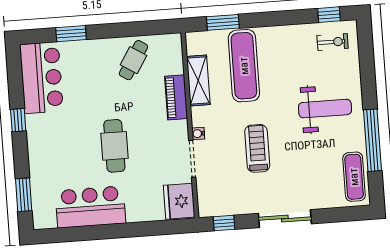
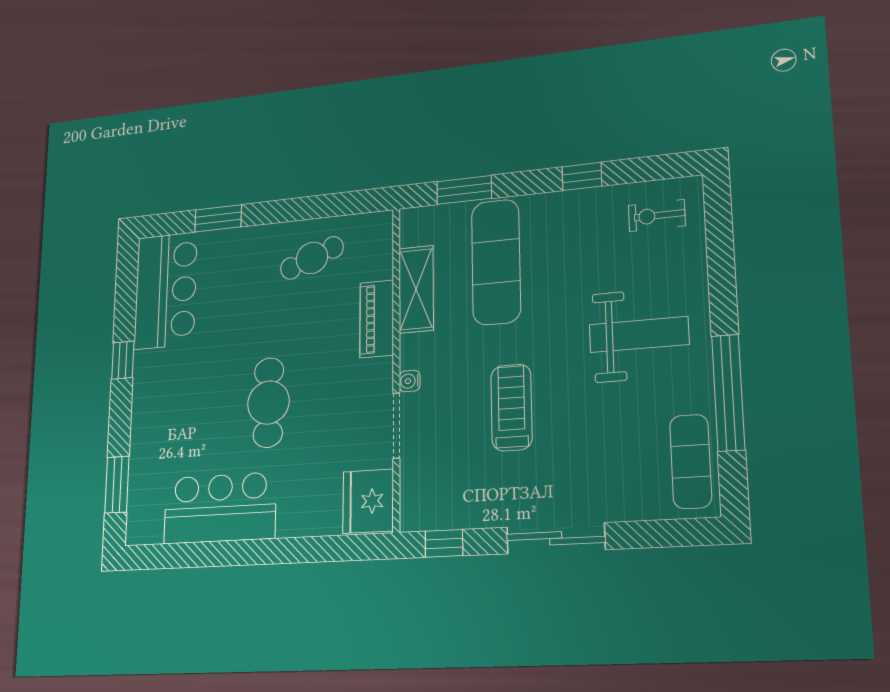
window: (329, 15) -> (582, 176), moved
exercise bike: (333, 42) -> (657, 216), turned 180
cafe table: (133, 60) -> (312, 258), turned 37

